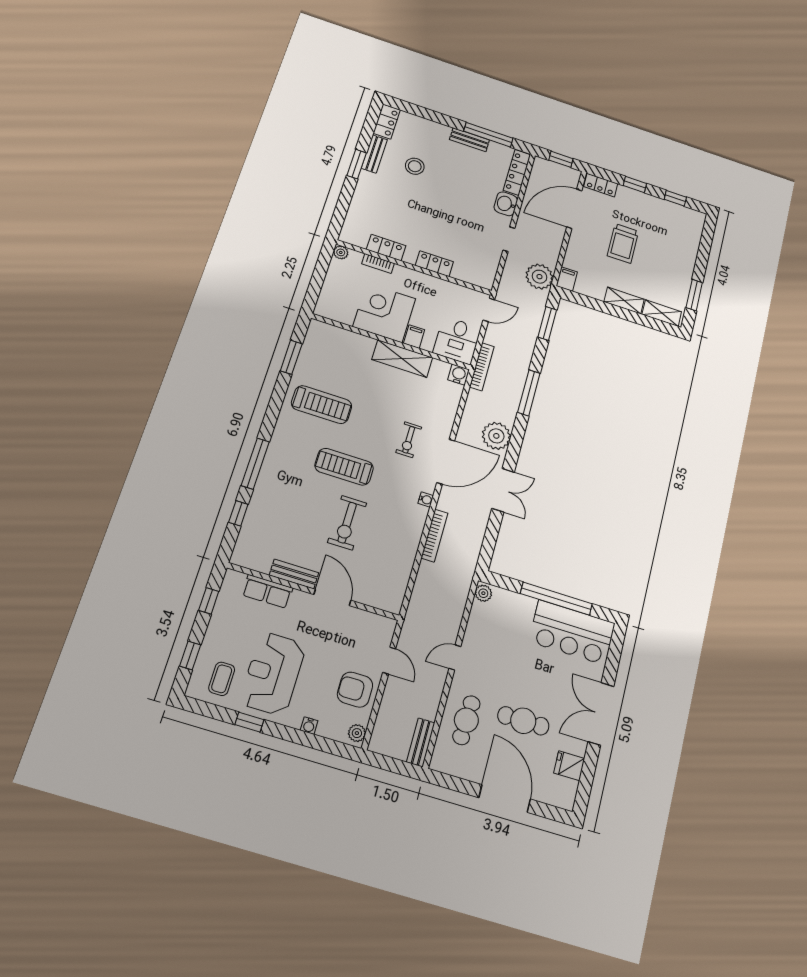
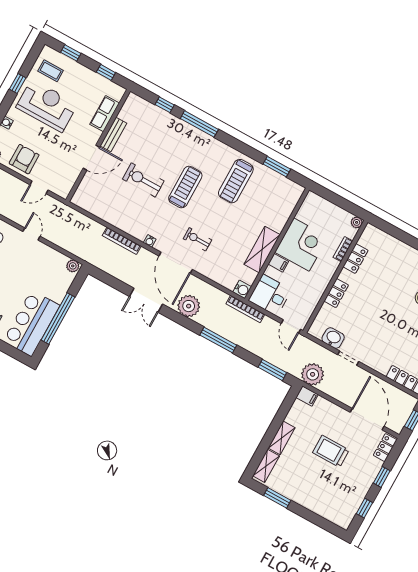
washbasin: (506, 204) -> (333, 338), moved

